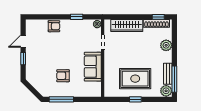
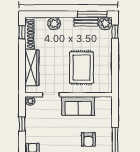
rug: (135, 79) -> (82, 68), moved
window: (135, 99) -> (115, 32), moved

